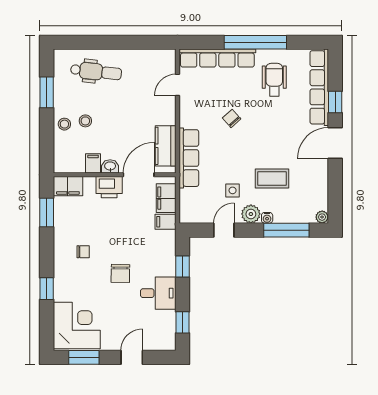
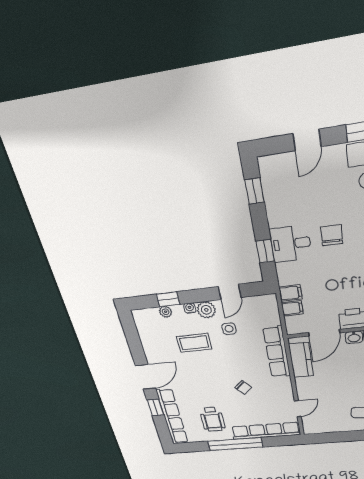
filing cabinet: (166, 198) -> (292, 308), width x0.50
plant: (322, 217) -> (166, 312), moved
window: (286, 230) -> (168, 299), width x0.46
desk: (158, 293) -> (291, 244), moved

